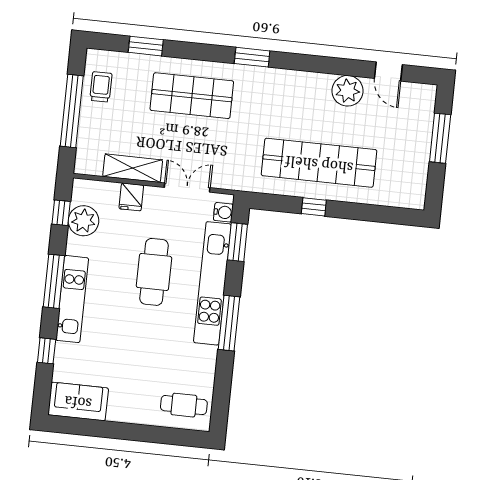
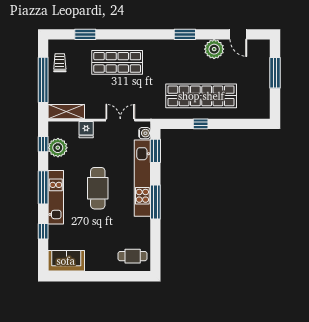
window: (252, 57) -> (185, 34), moved
shelving: (133, 168) -> (66, 112), moved
cafe table: (154, 272) -> (98, 188), moved

